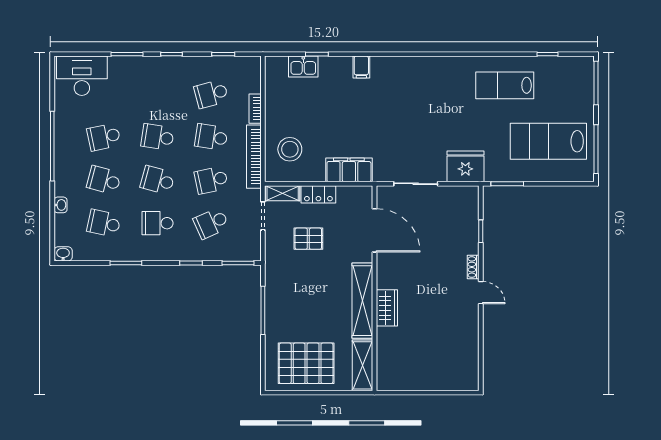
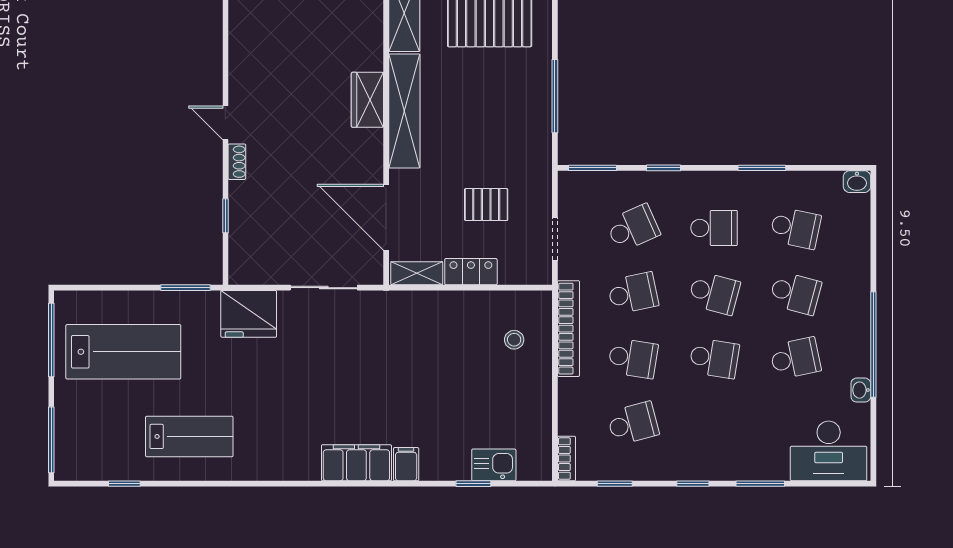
bookcase: (255, 109) -> (567, 459), moved
stool: (290, 149) -> (514, 340), width x0.53, depth x0.53
filing cabinet: (349, 170) -> (356, 463), moved, turned 180
shelving: (283, 193) -> (417, 273), moved
washbasin: (60, 205) -> (861, 390), moved

